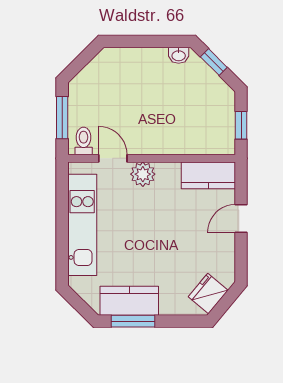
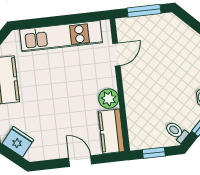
toilet: (84, 141) -> (176, 132), moved, turned -135
plant: (143, 174) -> (109, 99), moved

